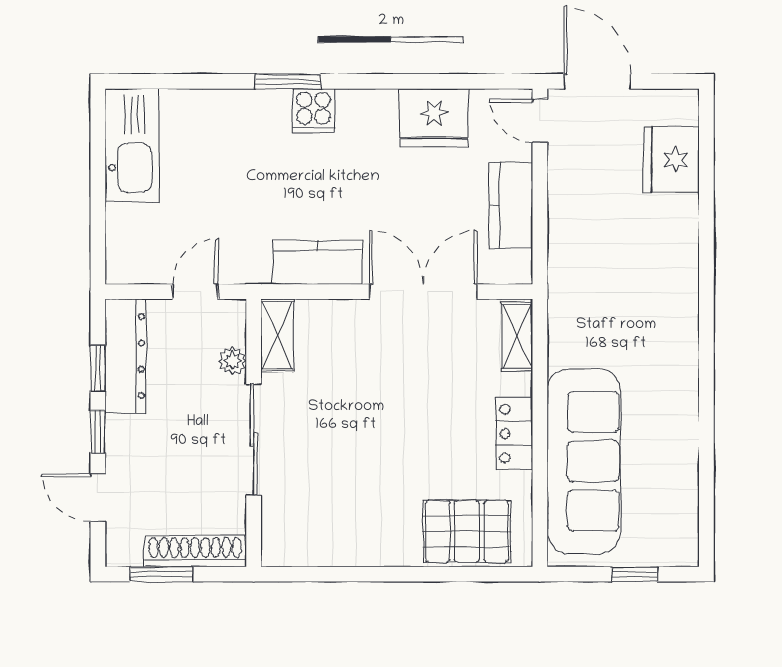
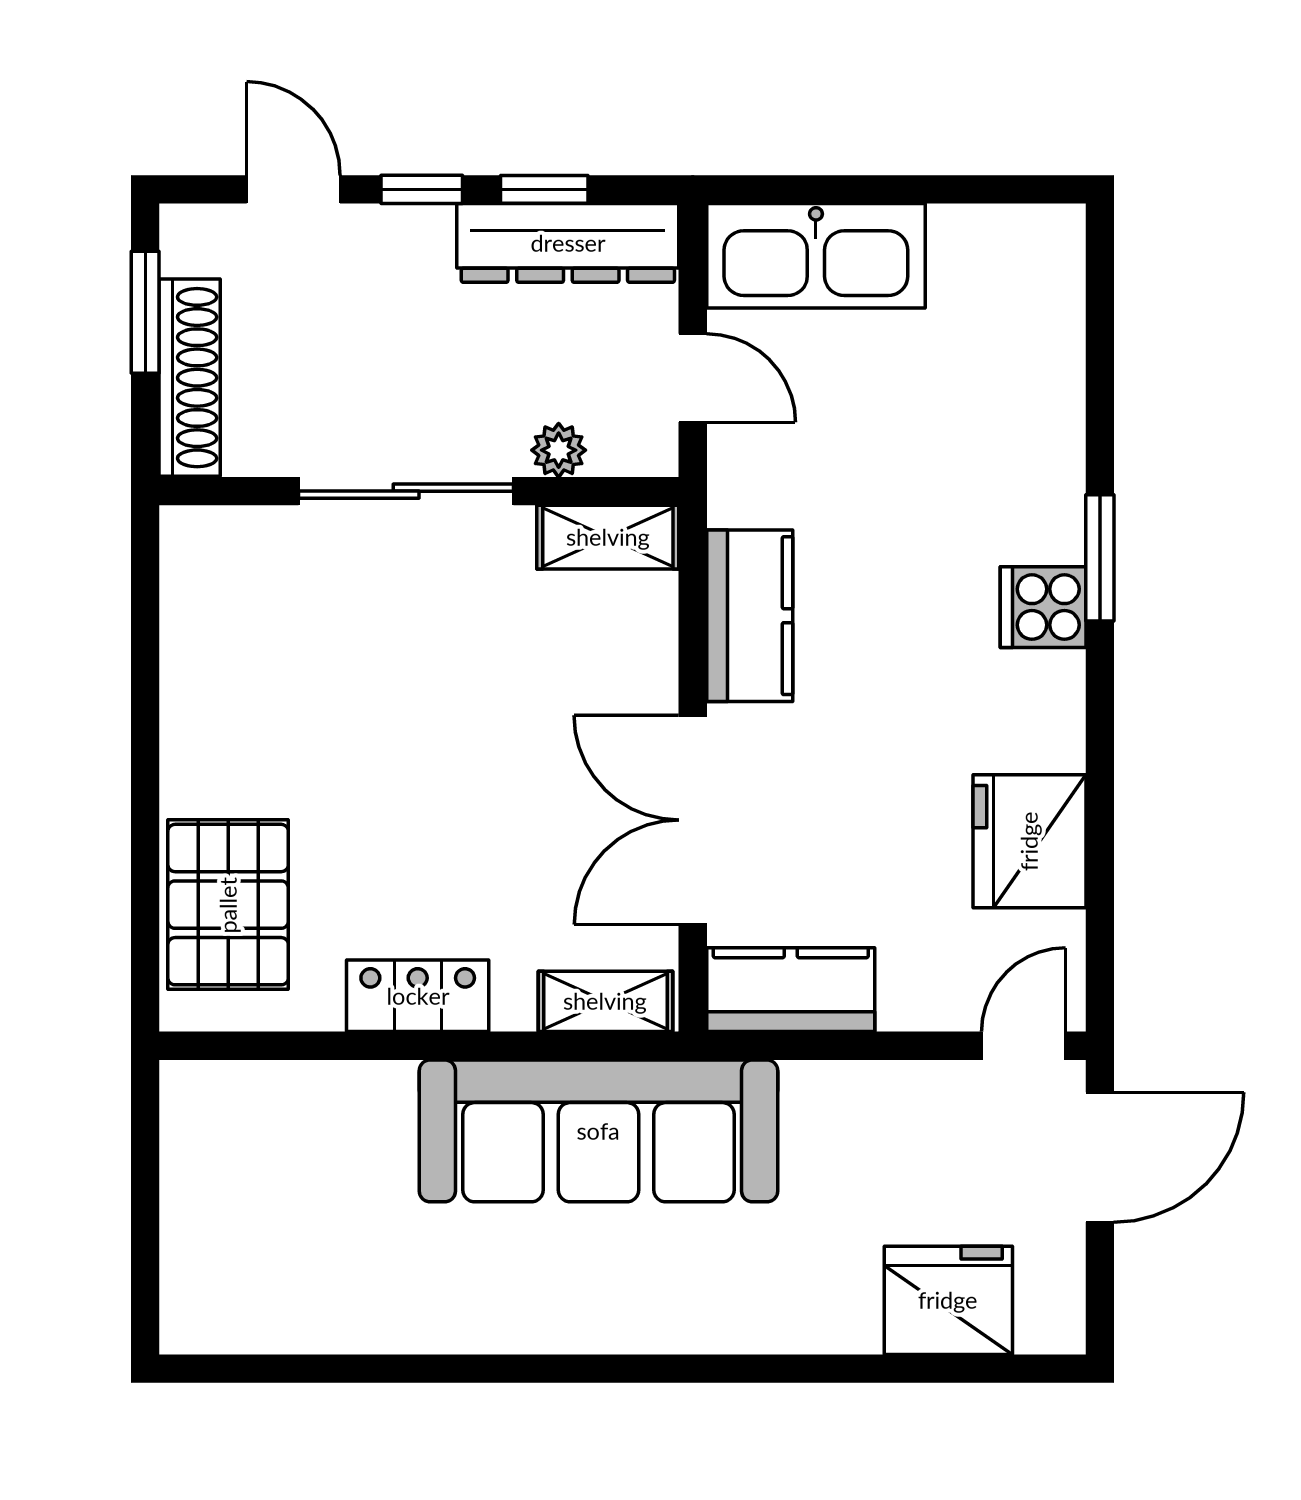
kitchen sink: (132, 145) -> (816, 256), moved
kitchen counter: (511, 205) -> (791, 990), moved
double door: (423, 292) -> (693, 820), swing flipped
sofa: (584, 461) -> (598, 1131), moved
door: (98, 498) -> (293, 189), hinge flipped
window: (635, 574) -> (145, 1230), removed

